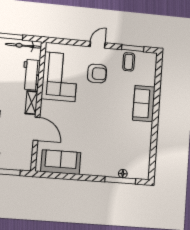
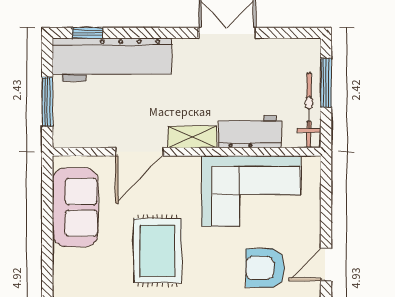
door: (98, 45) -> (326, 265), swing flipped
armchair: (97, 74) -> (265, 268), turned 90
rug: (85, 124) -> (157, 251), added

